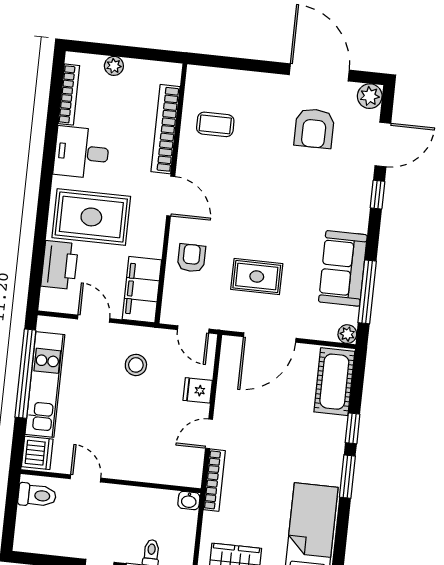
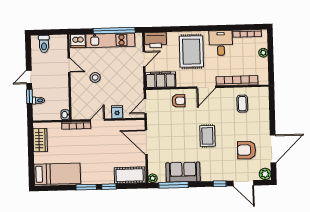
printer: (60, 265) -> (155, 40), moved
rug: (257, 277) -> (207, 136), moved
stool: (136, 365) -> (95, 77), moved
door: (209, 434) -> (98, 120), hinge flipped
door: (86, 478) -> (69, 65), hinge flipped
toilet: (37, 495) -> (44, 44), moved

